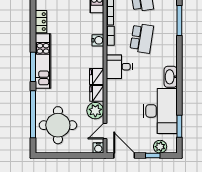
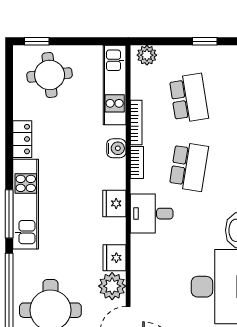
water cooler: (98, 40) -> (116, 148), moved
fridge: (97, 76) -> (114, 203), moved

